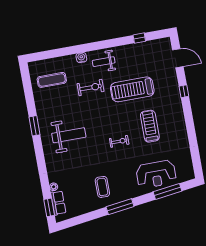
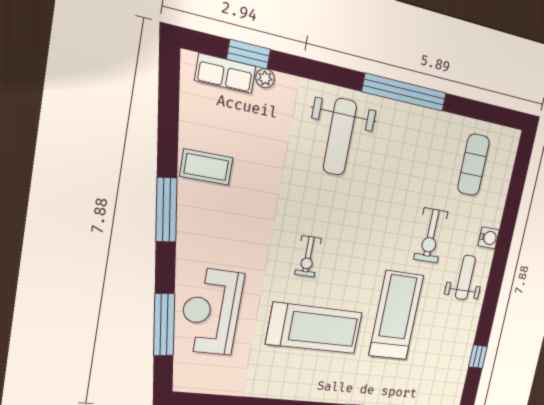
window: (34, 126) -> (405, 92), width x2.11
treadmill: (150, 126) -> (314, 328), width x1.37, depth x1.38
weight bench: (69, 135) -> (340, 137), moved
coffee table: (102, 187) -> (206, 167), moved
window: (49, 207) -> (249, 54), moved

